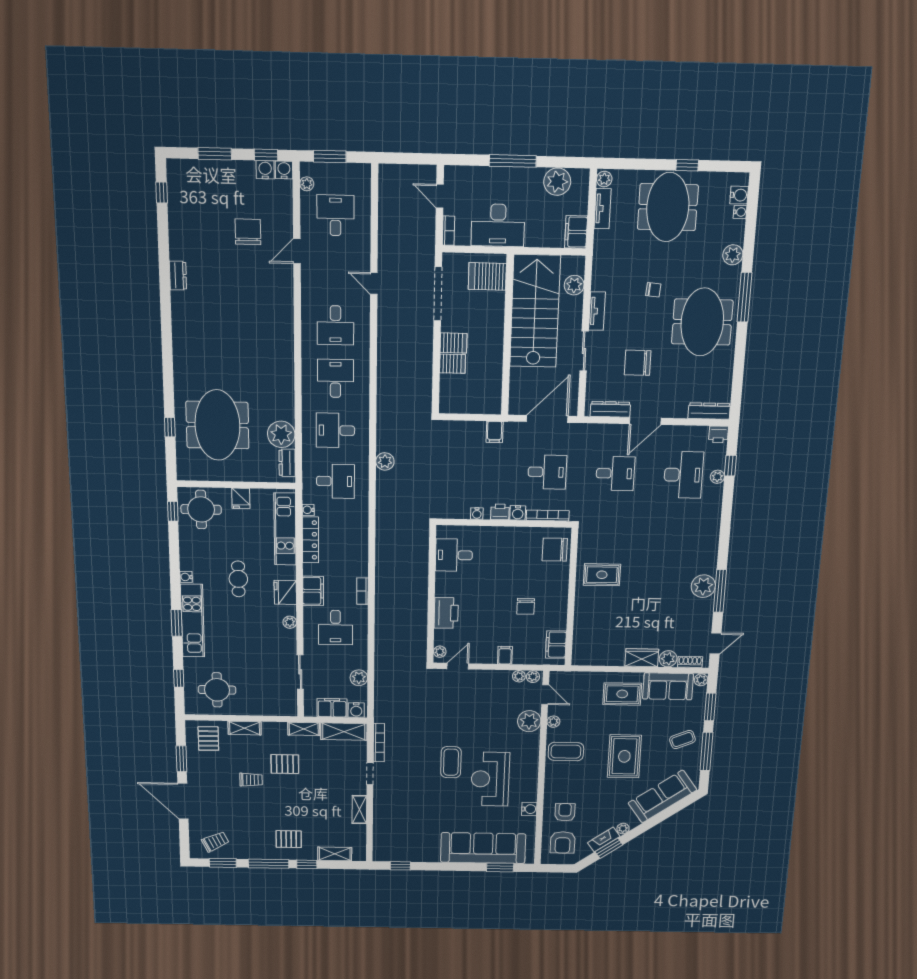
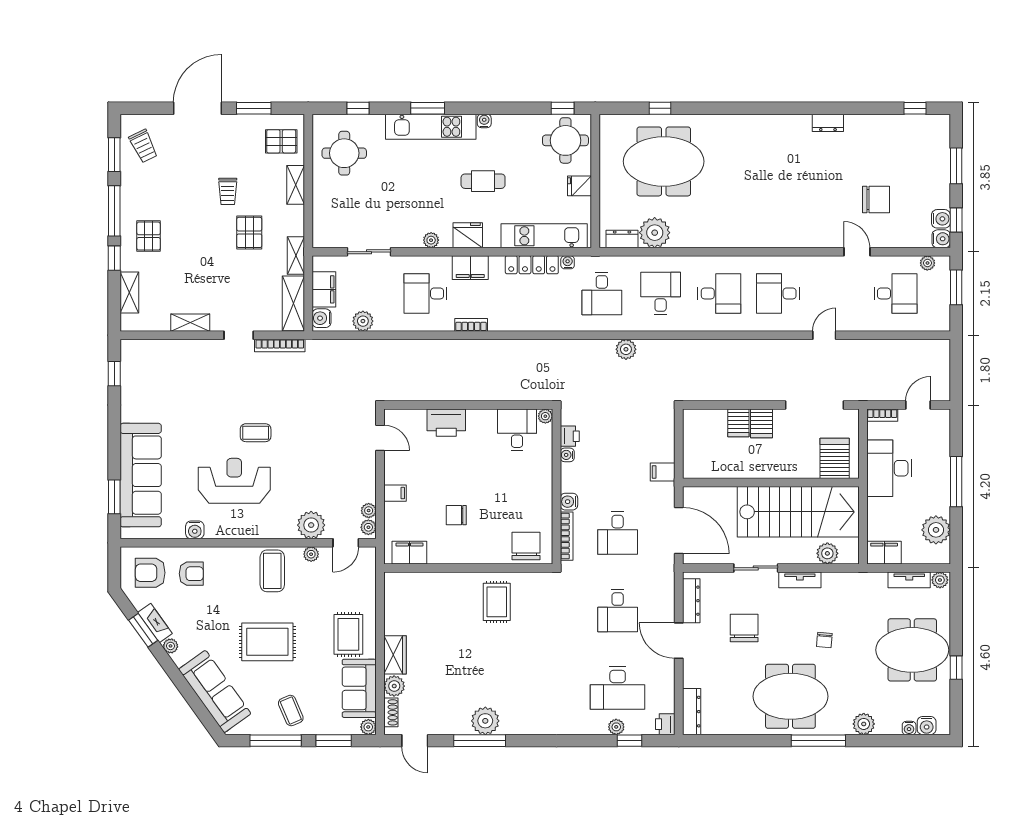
printer: (500, 512) -> (570, 436), moved
plant: (440, 652) -> (545, 416), moved
coffee table: (451, 762) -> (256, 433), width x0.73, depth x0.77

